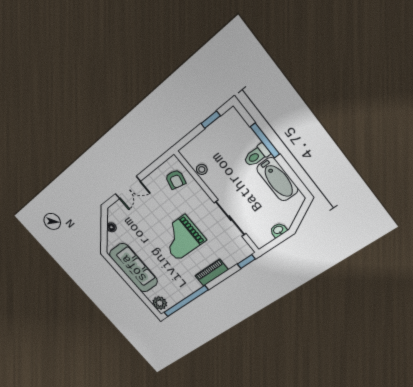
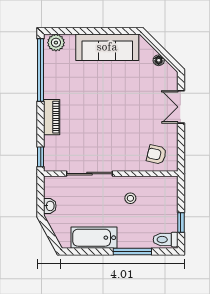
toilet: (257, 155) -> (166, 240), moved, turned -90
stool: (202, 169) -> (130, 198), moved
grand piano: (181, 238) -> (103, 116), removed

